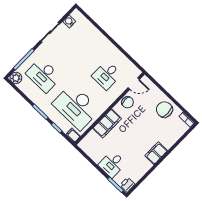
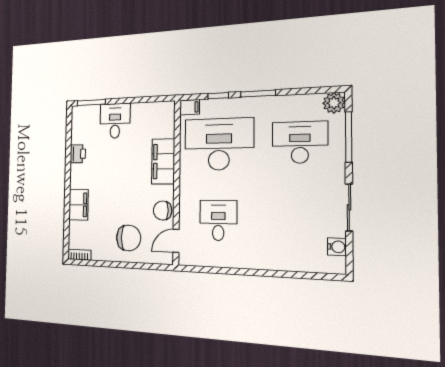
chair: (164, 110) -> (129, 238), moved
filing cabinet: (156, 153) -> (79, 205), moved
printer: (127, 185) -> (78, 154), moved

